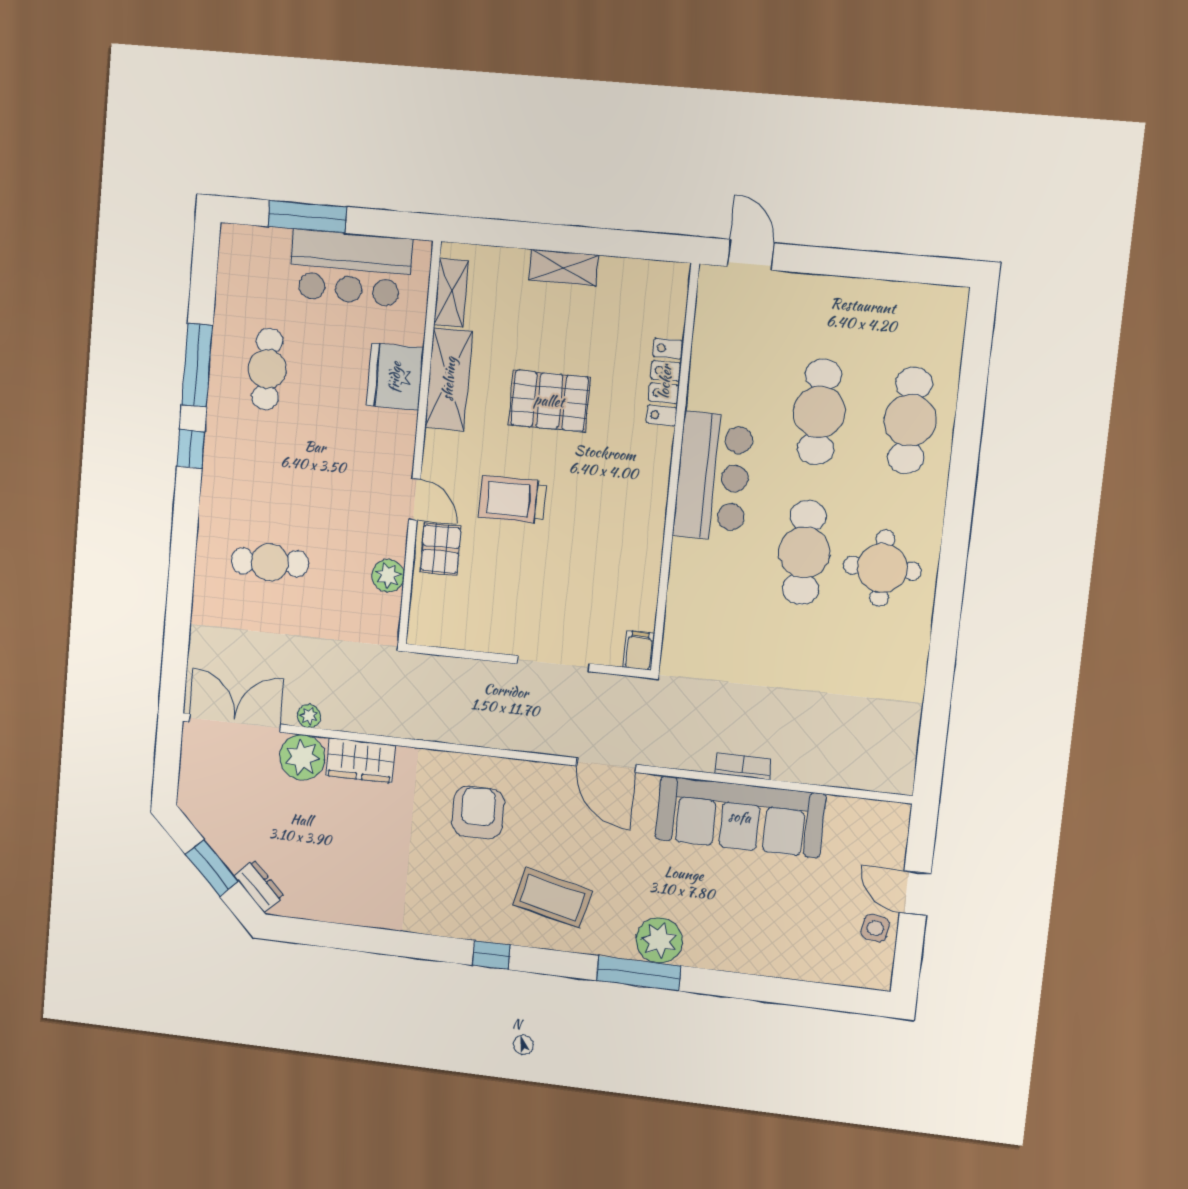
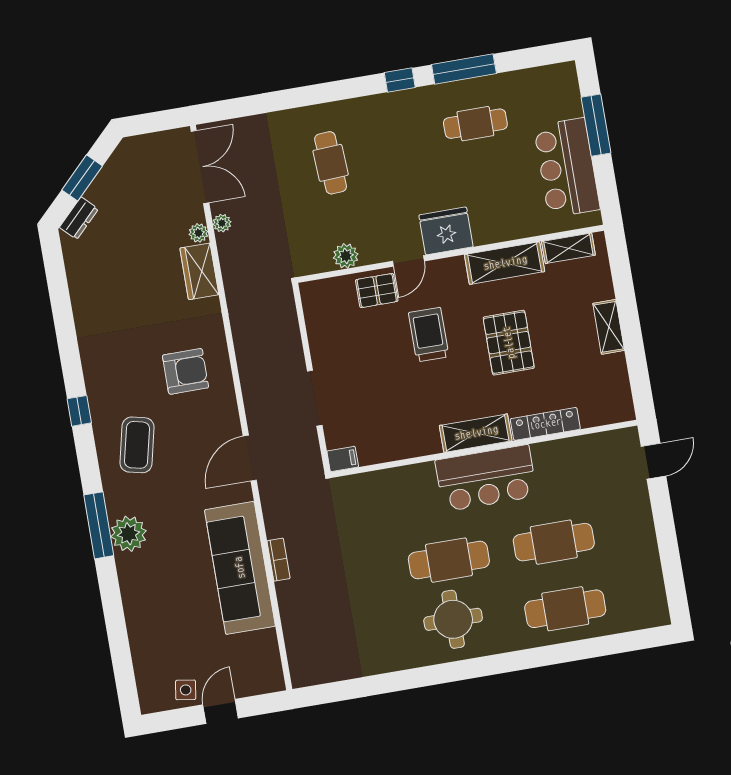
fridge: (395, 377) -> (446, 231), moved
shelving: (652, 474) -> (476, 433), added
plant: (302, 757) -> (198, 233), width x0.53, depth x0.53

